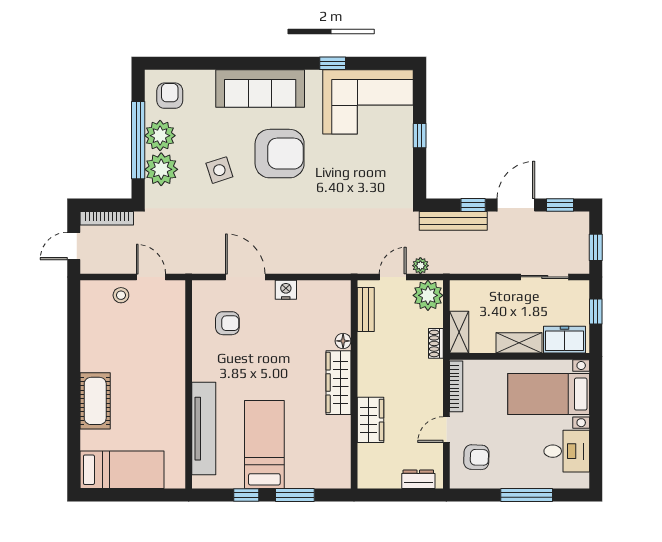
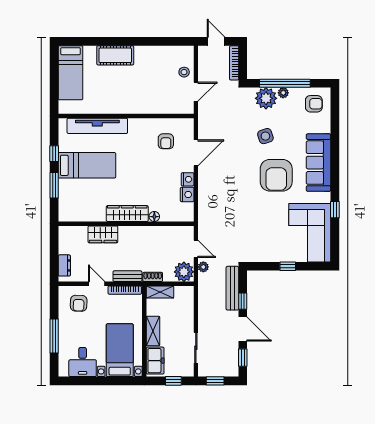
plant: (160, 136) -> (283, 93), width x0.53, depth x0.53
nightstand: (309, 291) -> (187, 195), added
bench: (366, 309) -> (127, 276), moved

